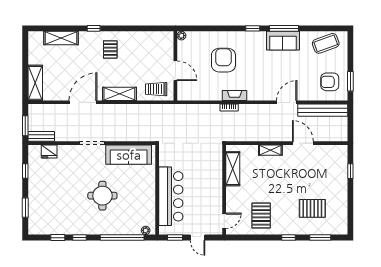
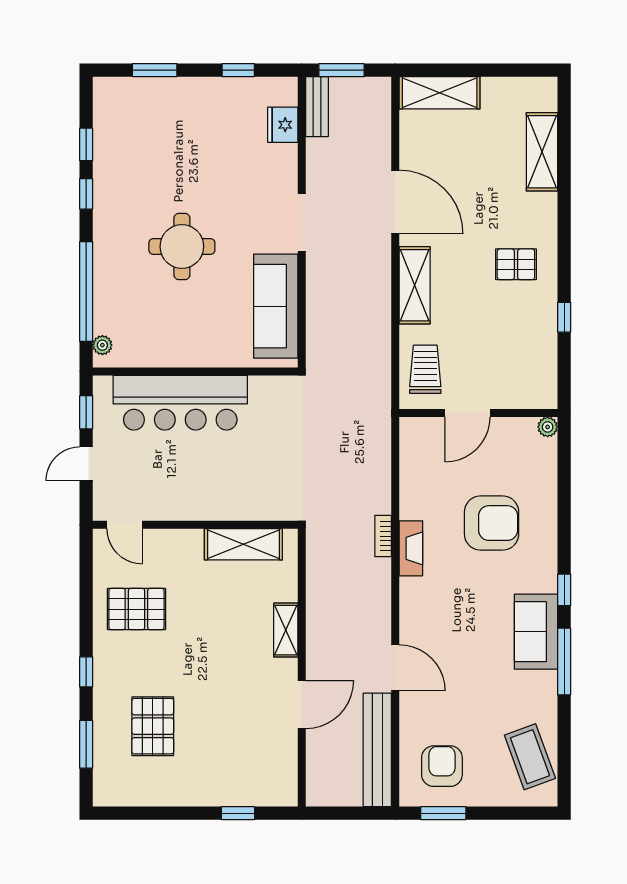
window: (94, 28) -> (564, 317), moved
sofa: (283, 41) -> (536, 632), moved

